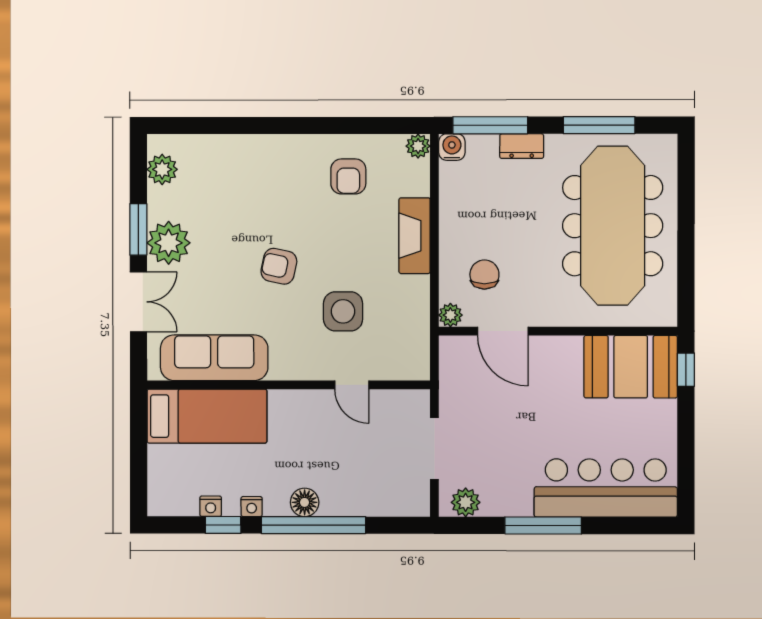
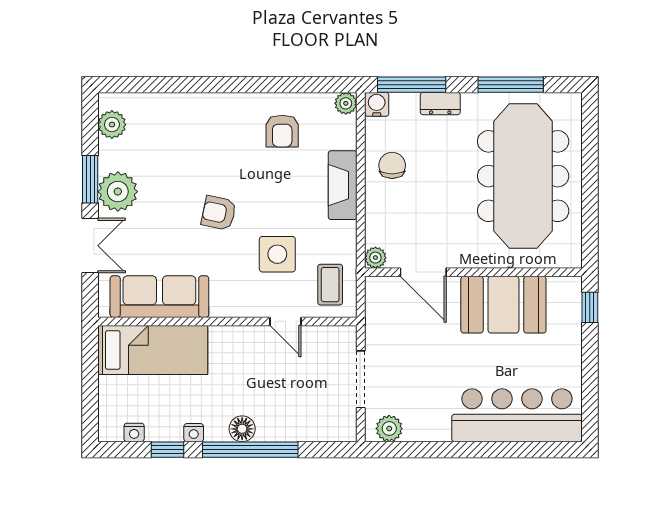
chair: (484, 274) -> (392, 165), moved
coffee table: (401, 345) -> (330, 285), added
booth: (631, 367) -> (503, 305), moved
nightstand: (211, 506) -> (134, 432), moved
window: (543, 525) -> (460, 450), removed

